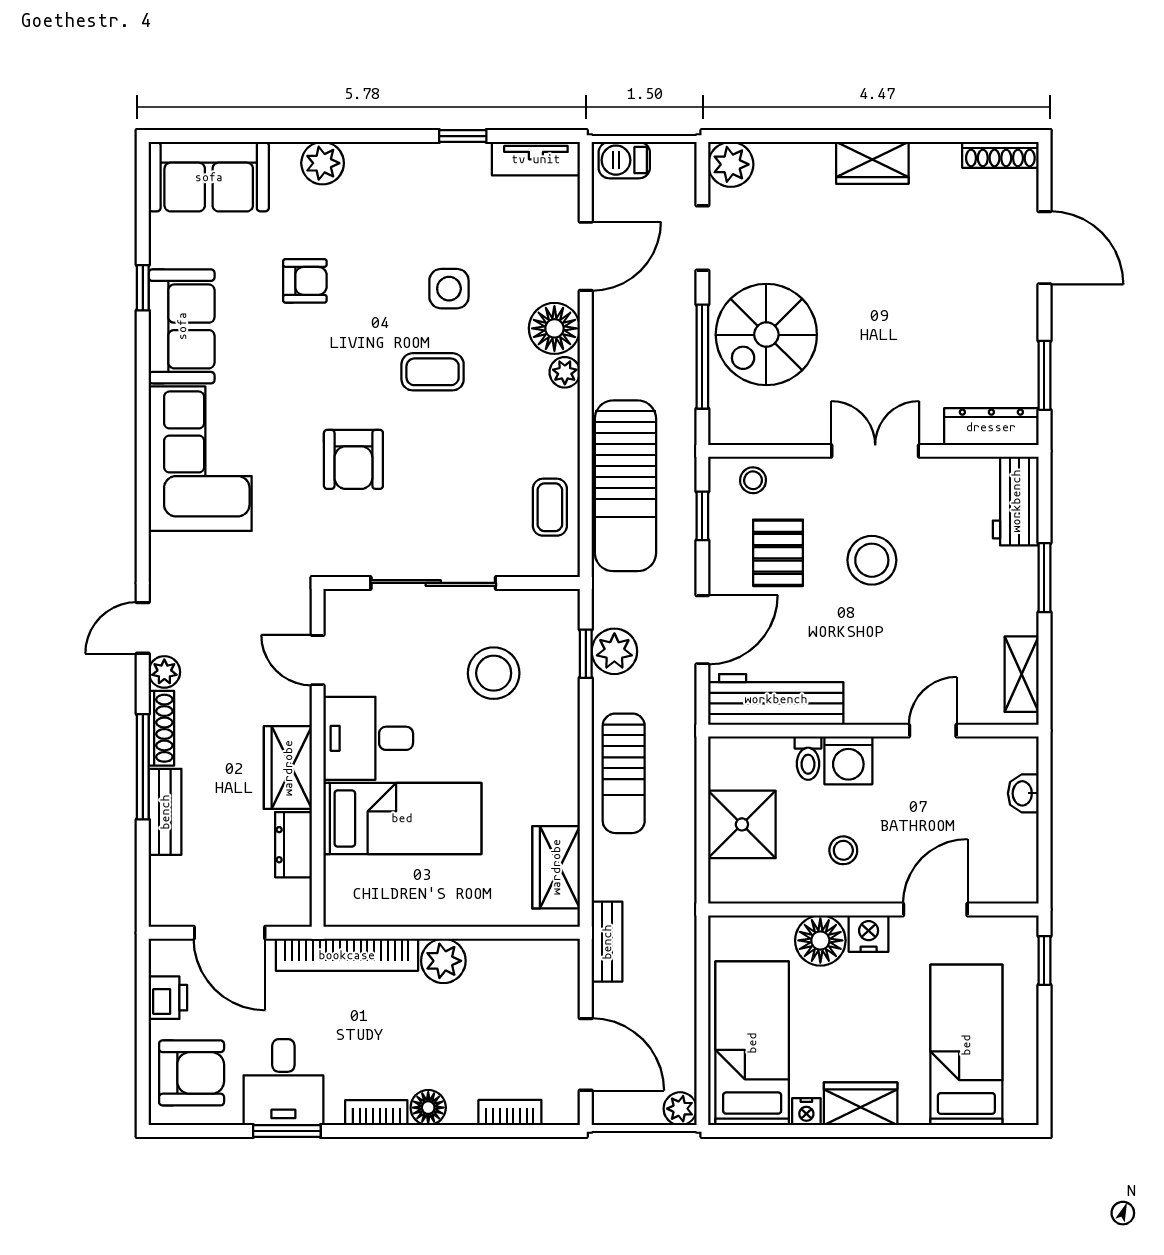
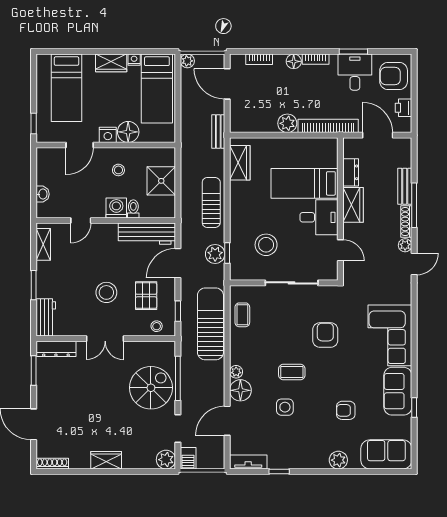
barbecue: (624, 160) -> (188, 458), moved, turned 90

